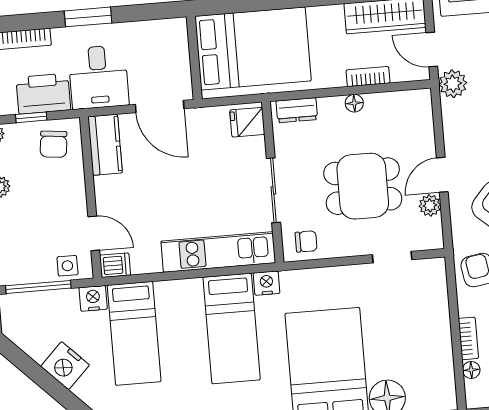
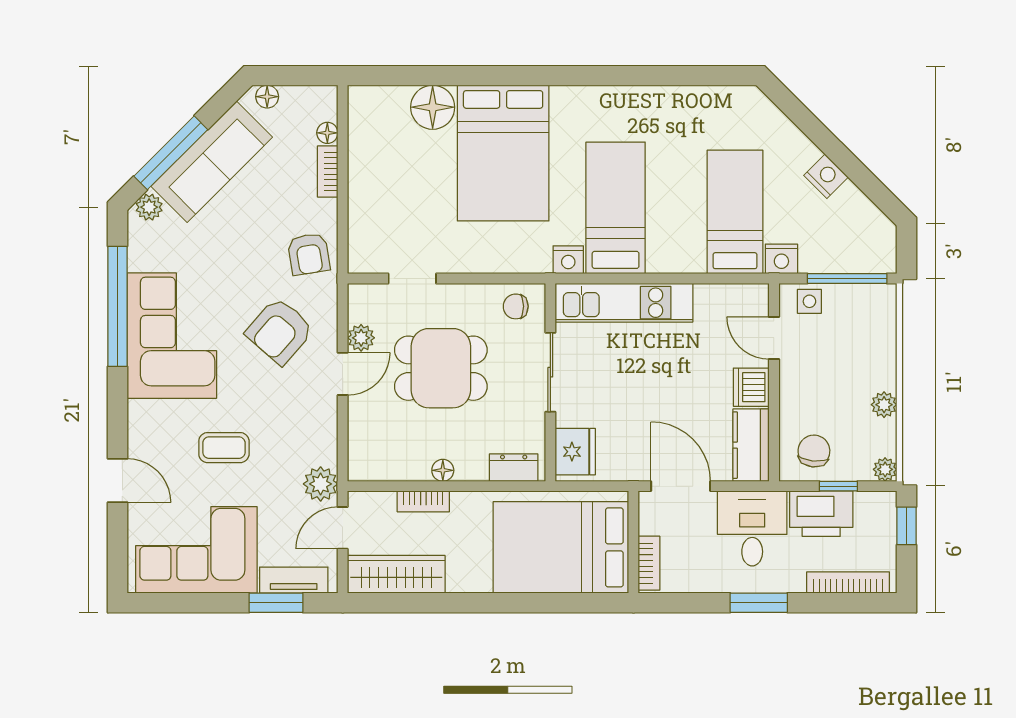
bookcase: (180, 42) -> (649, 563), added
door: (432, 50) -> (343, 528), swing flipped
fridge: (247, 122) -> (575, 452), width x1.38
dishwasher: (115, 265) -> (751, 387), moved, width x1.38
nightstand: (65, 366) -> (826, 176), width x0.74, depth x0.75

